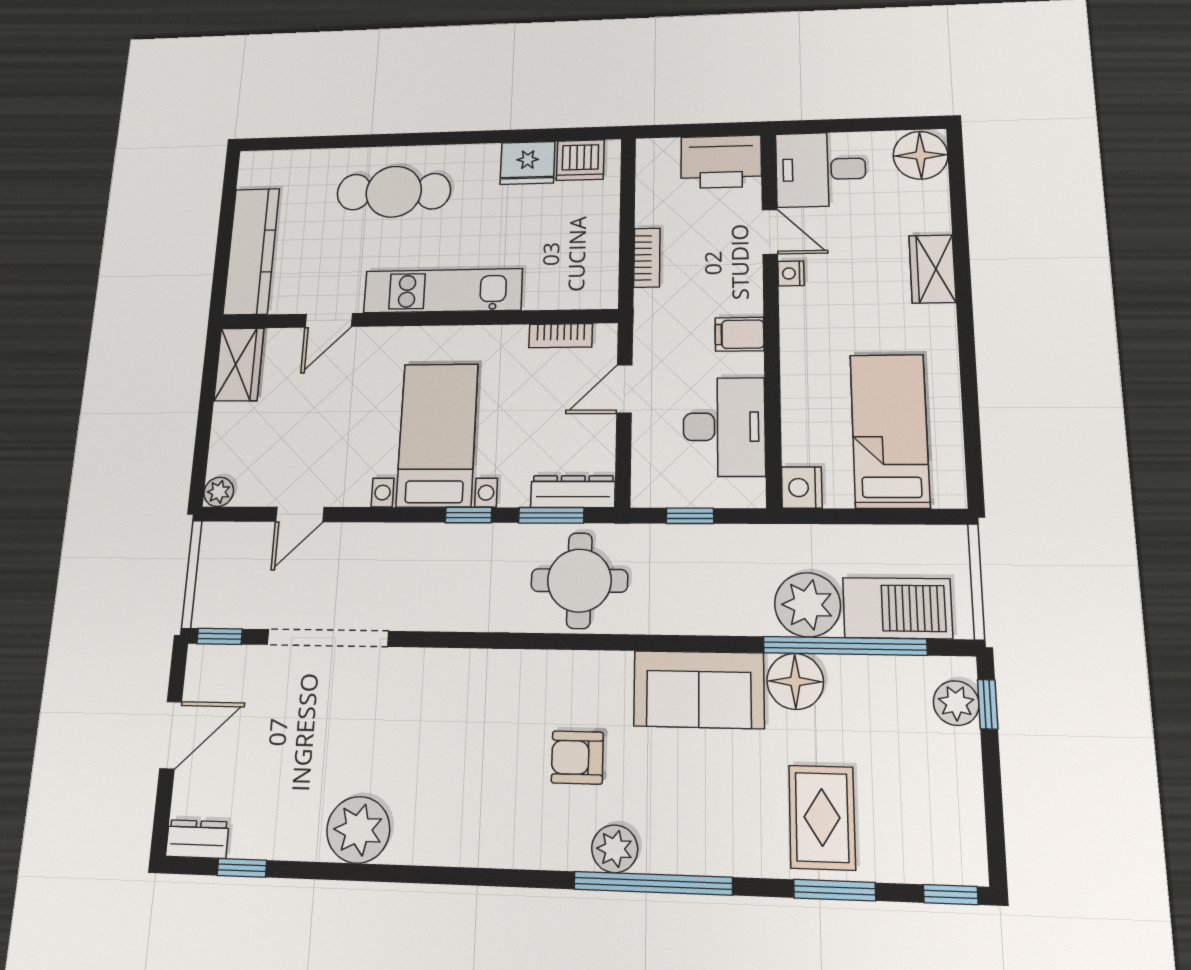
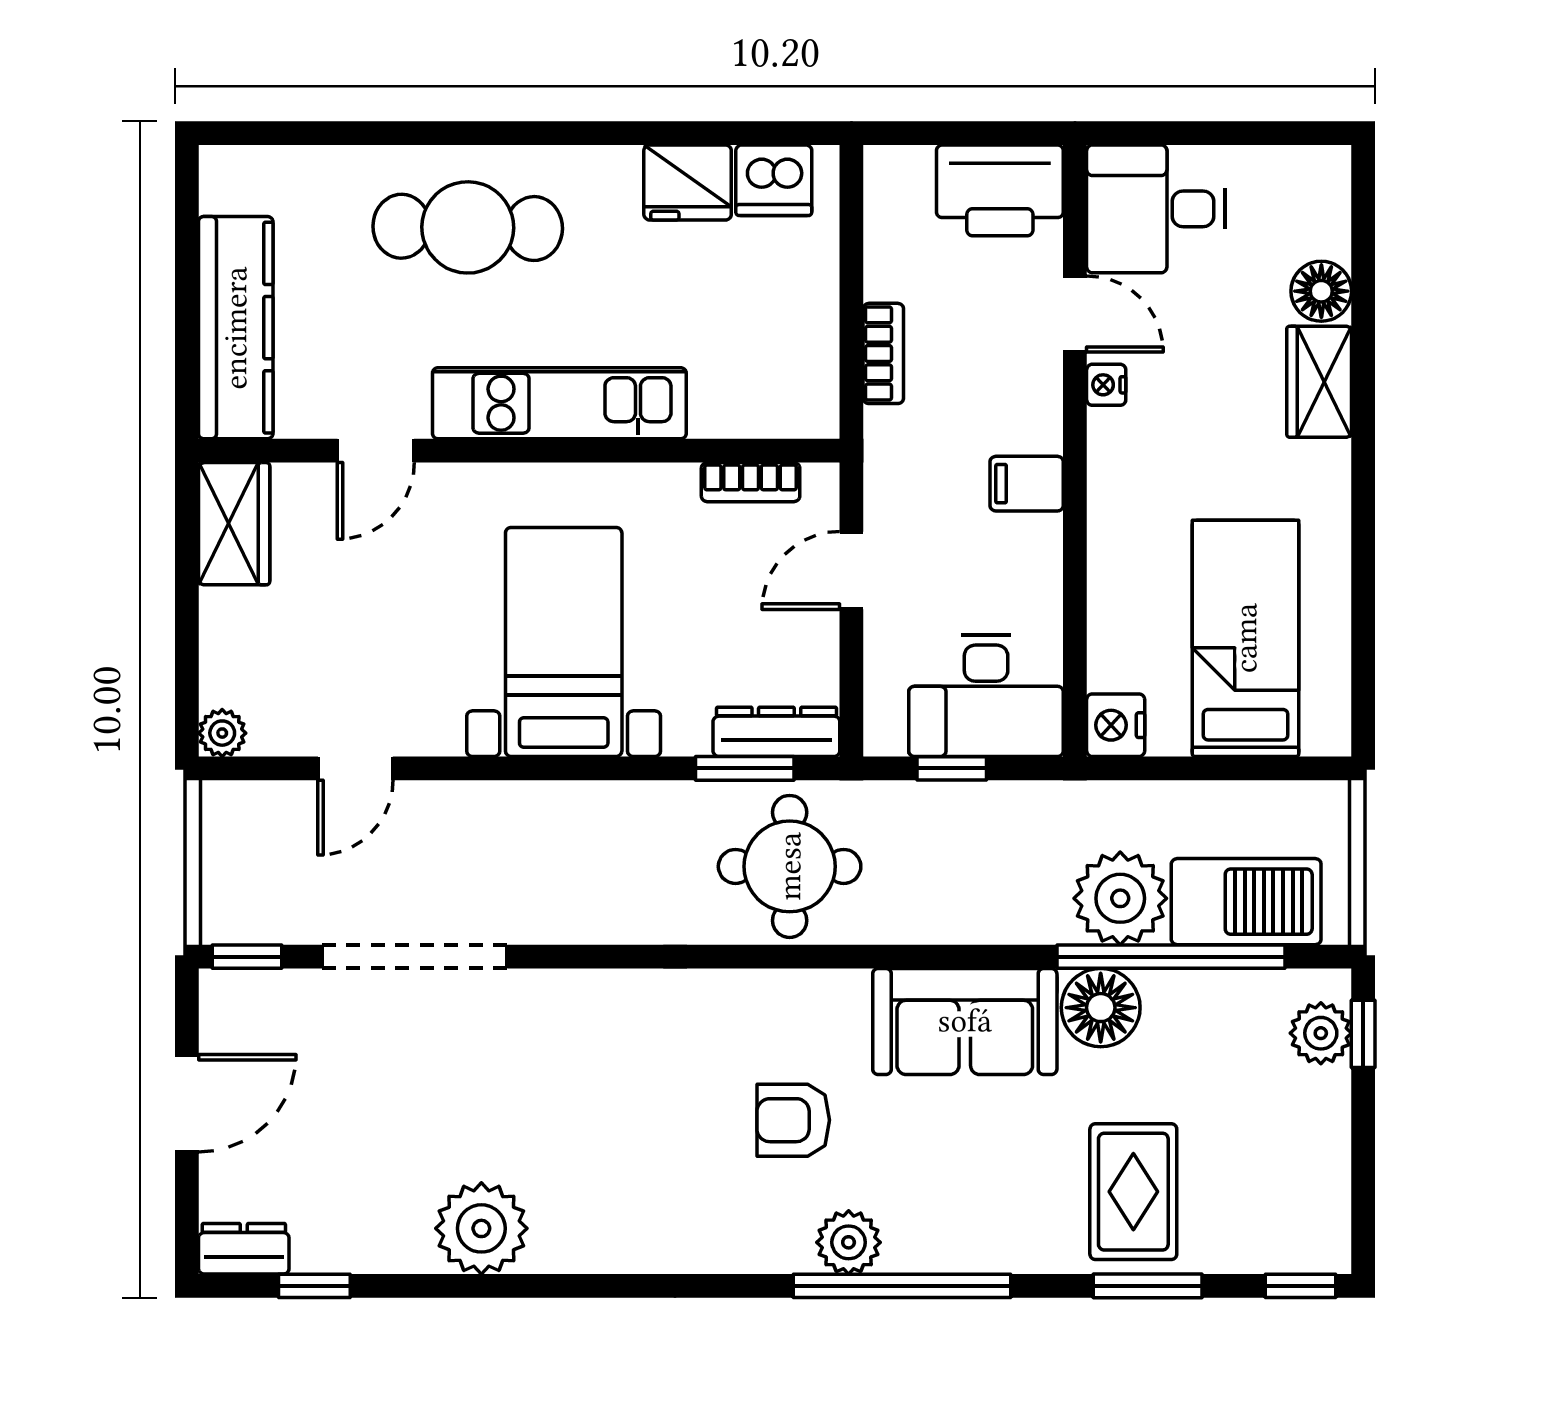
floor lamp: (920, 155) -> (1321, 291), moved, width x0.73, depth x0.73
desk: (724, 427) -> (986, 696), moved, turned 90
window: (468, 515) -> (619, 768), removed

